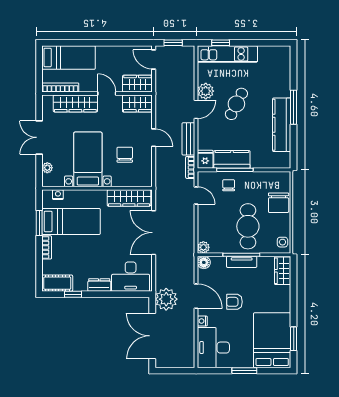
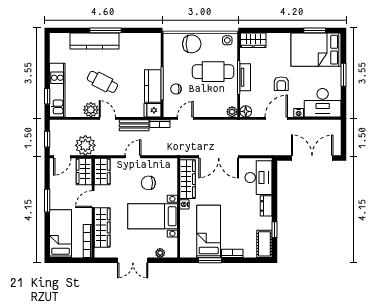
window: (105, 43) -> (47, 201), added
kitchen counter: (282, 125) -> (94, 41), moved
nightstand: (58, 195) -> (184, 204), moved
plant: (166, 299) -> (85, 145), moved
double door: (152, 336) -> (312, 158), swing flipped

